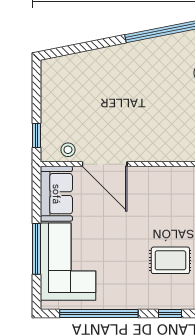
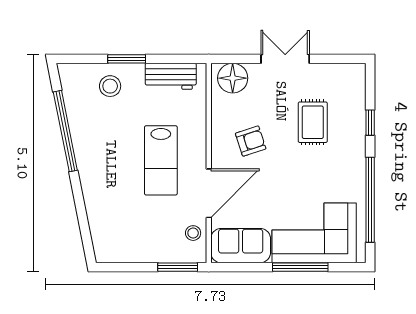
lab bench: (135, 120) -> (161, 160), added
window: (36, 135) -> (178, 267), width x1.50
armchair: (153, 203) -> (251, 141), added

